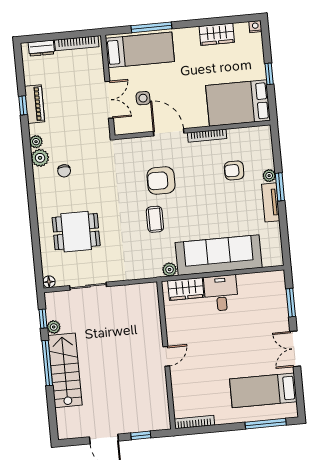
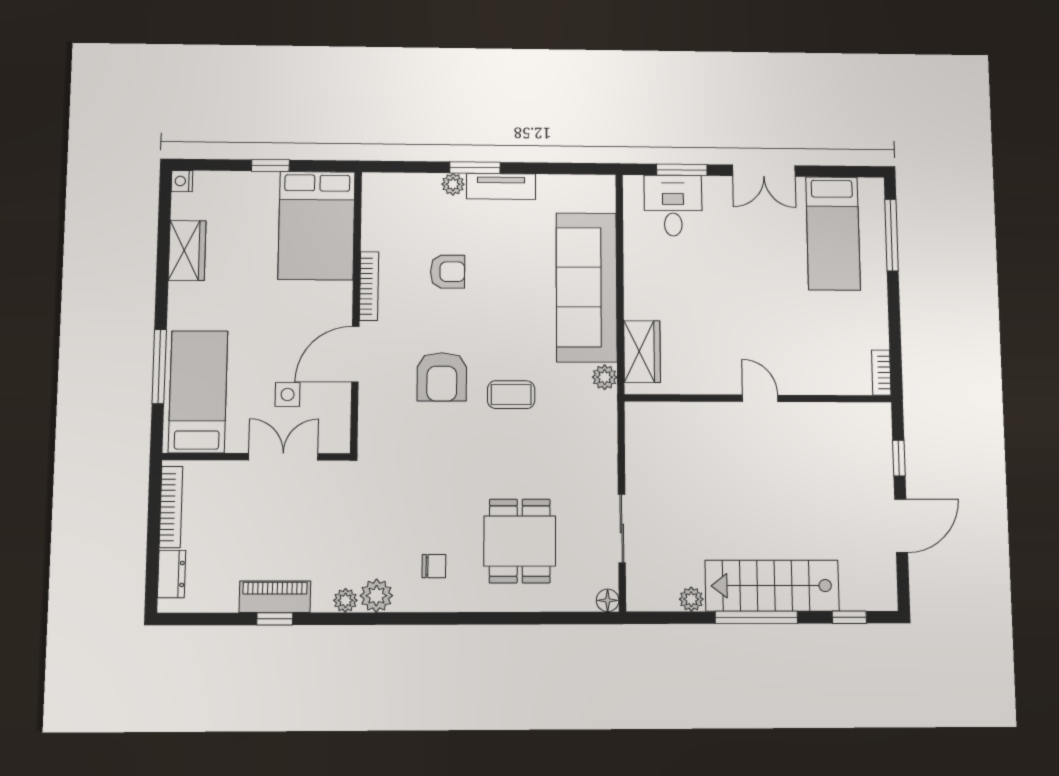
armchair: (234, 170) -> (448, 272), moved, turned -90
chair: (64, 171) -> (434, 566), moved
desk: (221, 293) -> (673, 206), moved, turned 90
window: (43, 319) -> (849, 617), moved
bookcase: (194, 422) -> (881, 373), width x0.64

